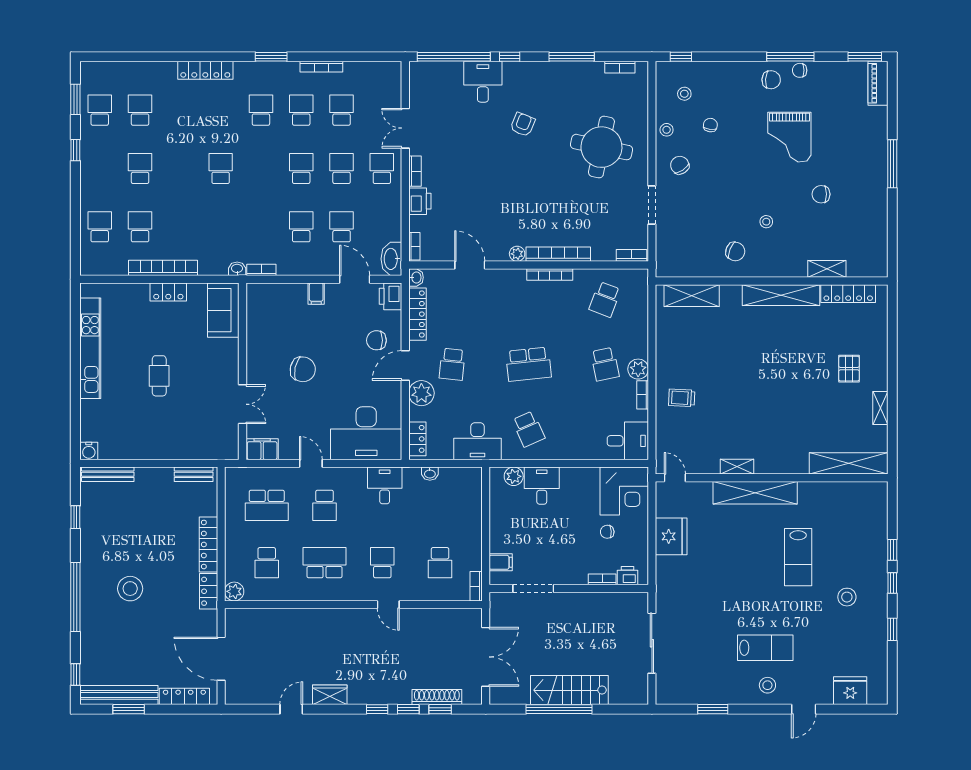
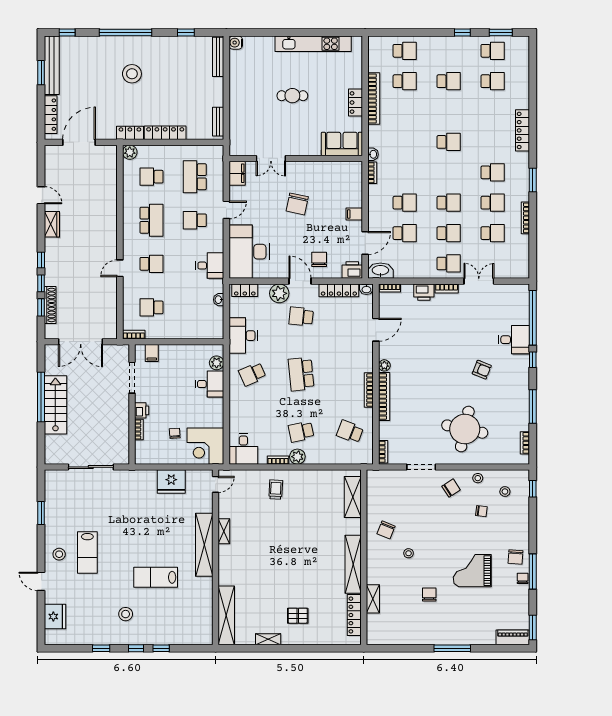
printer: (627, 576) -> (142, 410), moved

